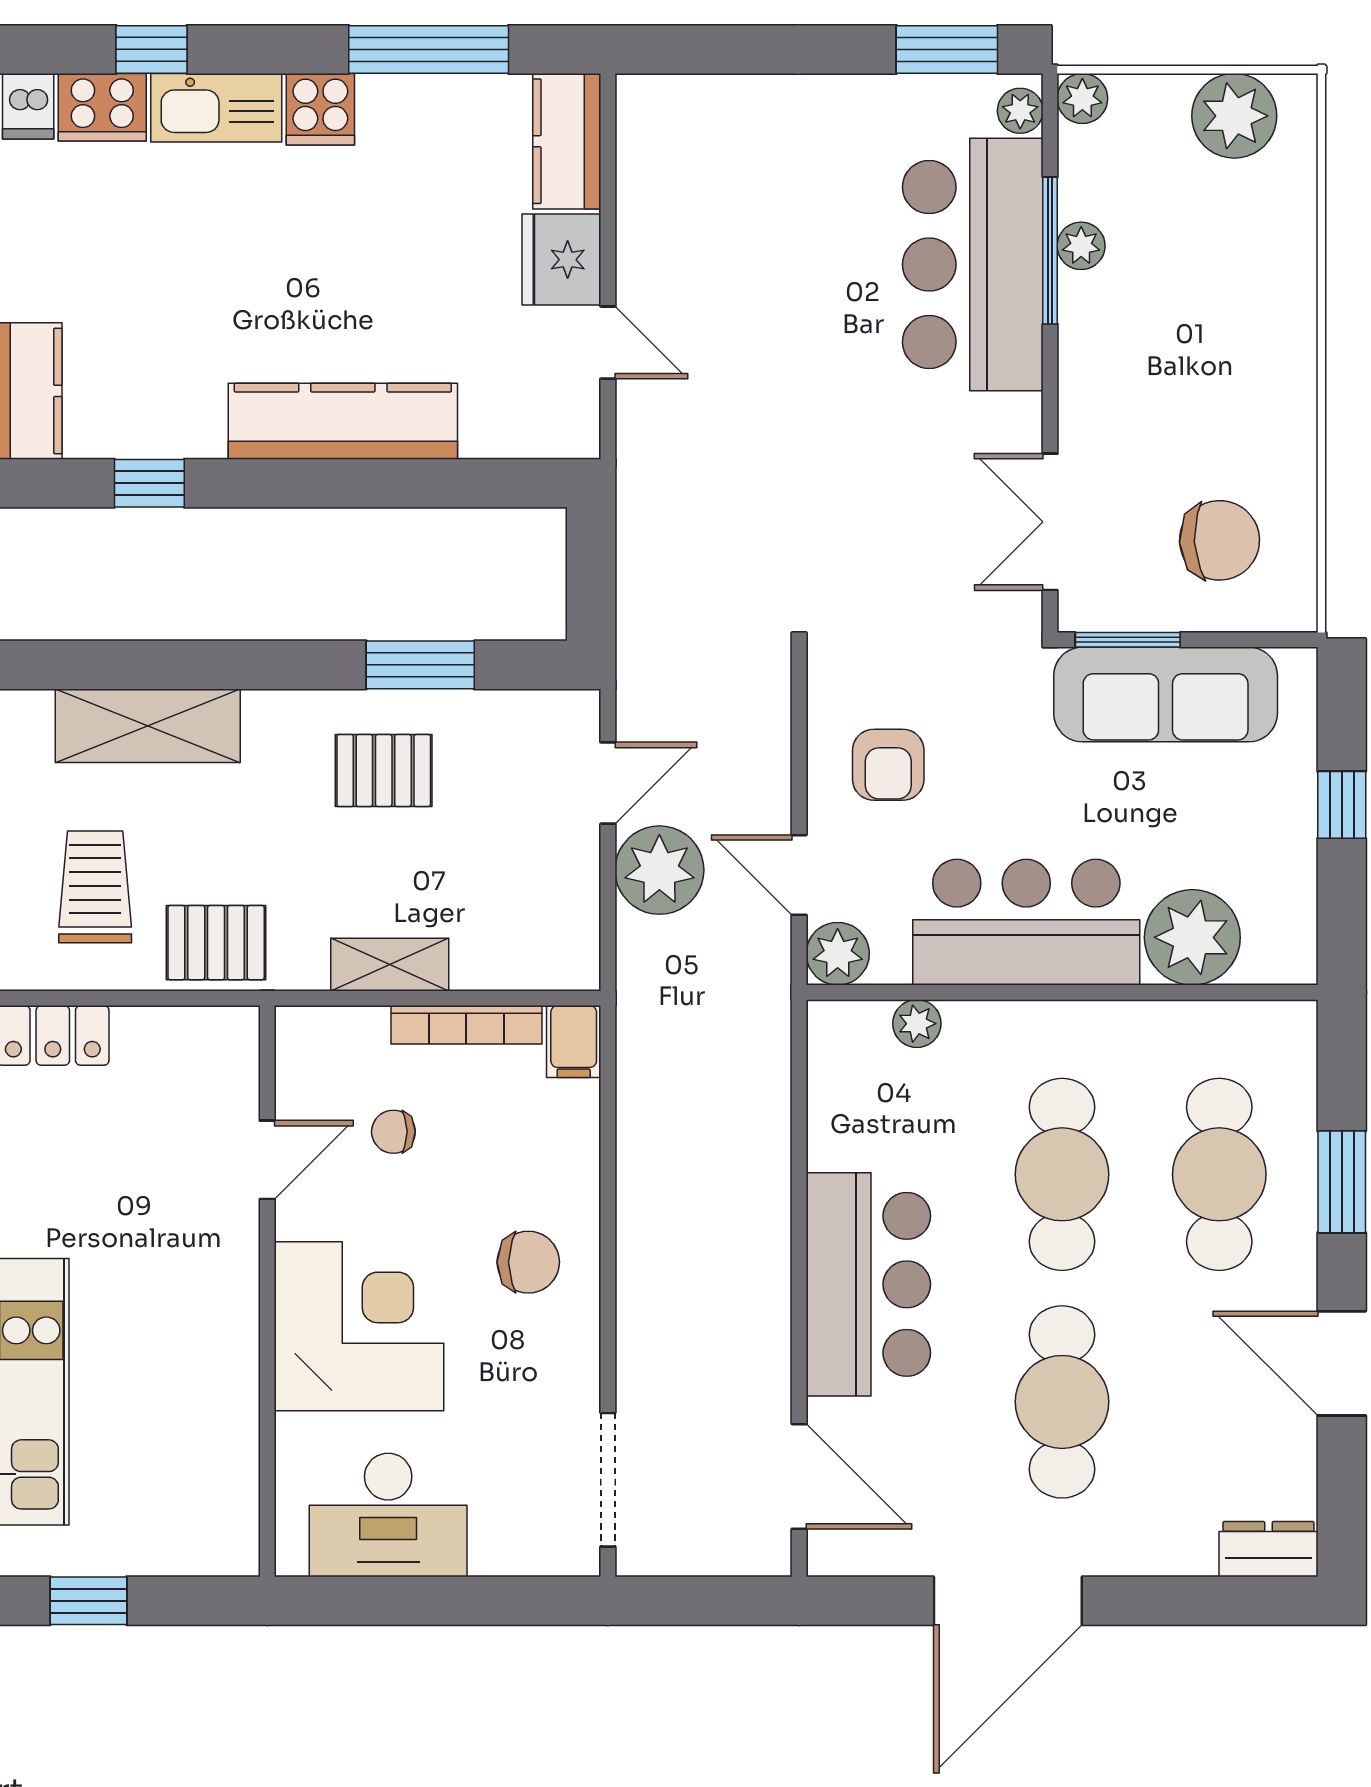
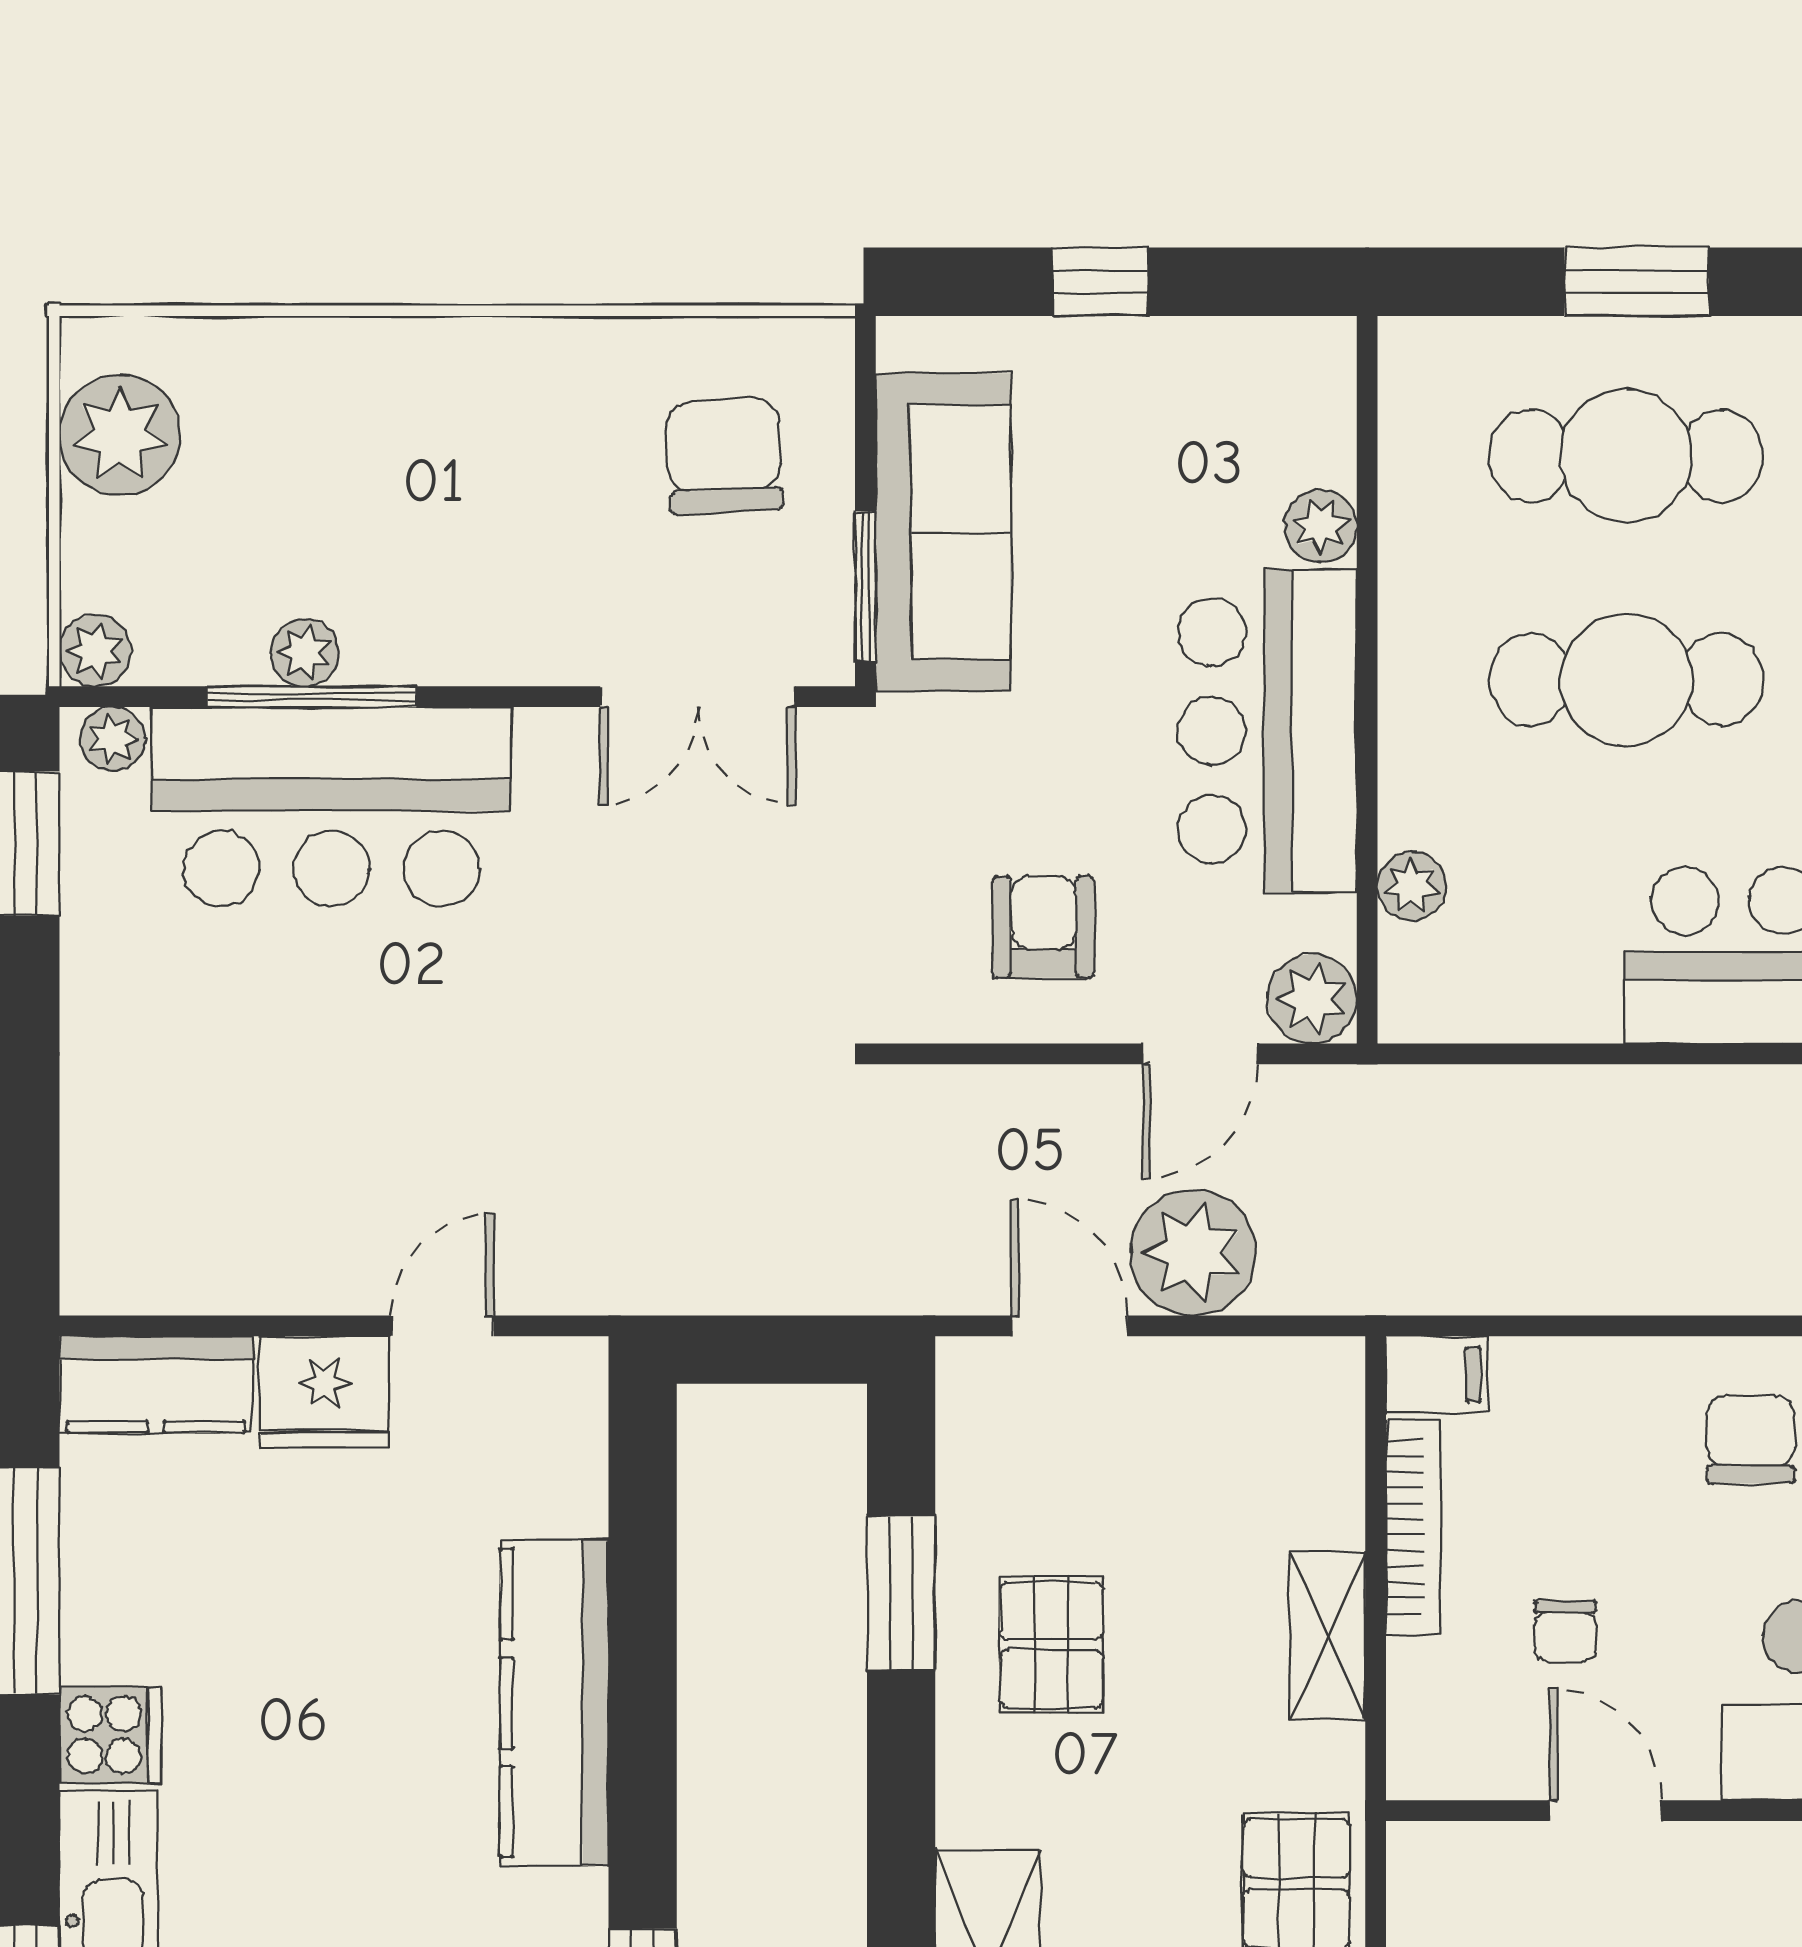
armchair: (888, 765) -> (1043, 927), turned -90
plant: (1192, 937) -> (1321, 526), width x0.53, depth x0.53

